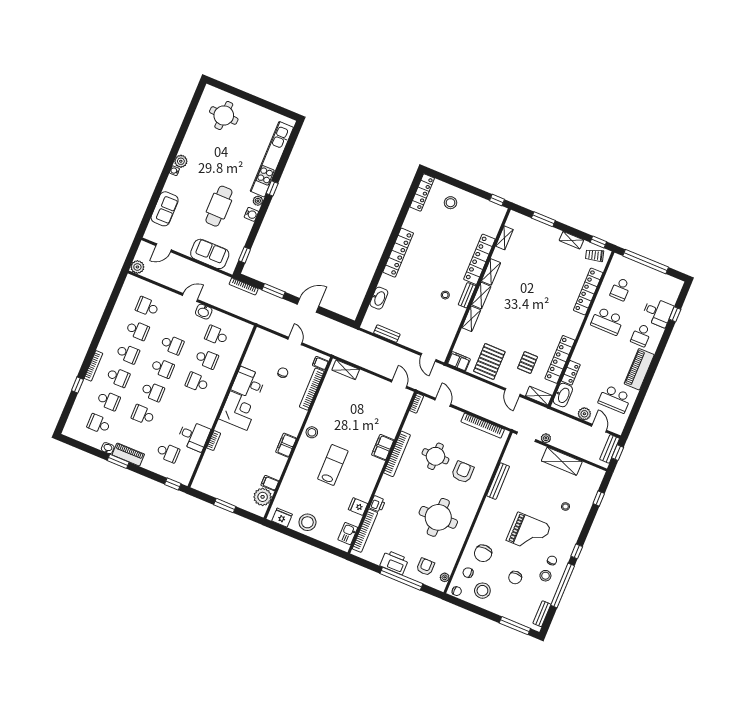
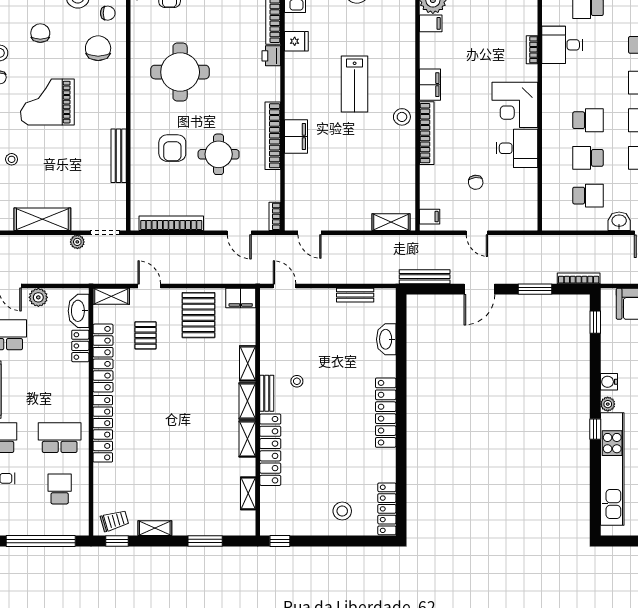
locker: (588, 292) -> (103, 429), moved
bench: (339, 327) -> (425, 277), added
bookcase: (312, 389) -> (427, 133), moved

